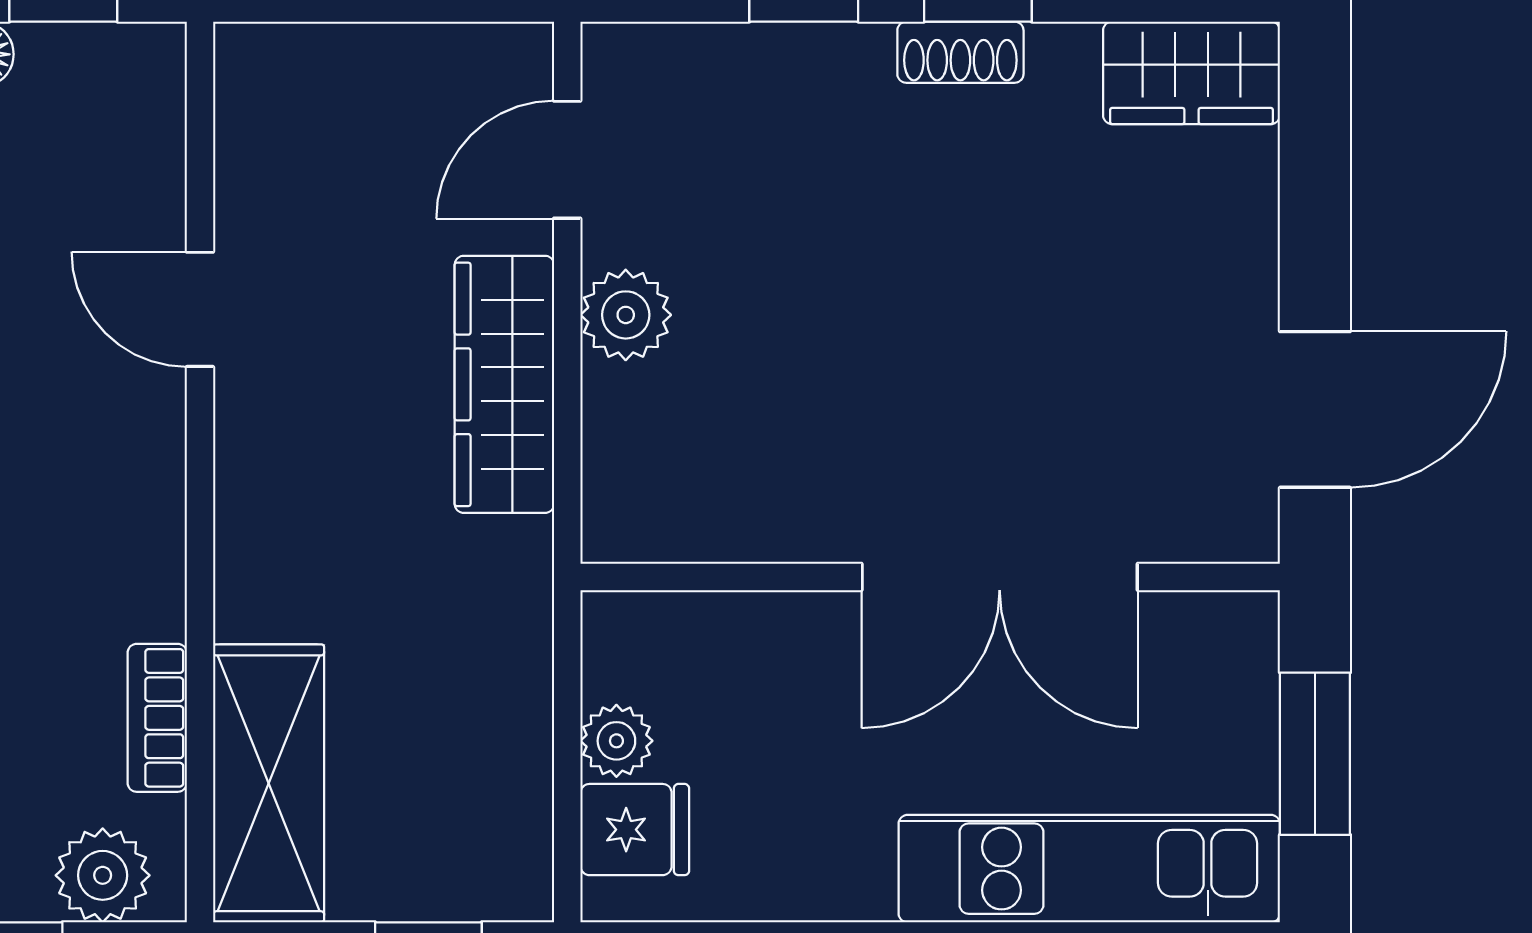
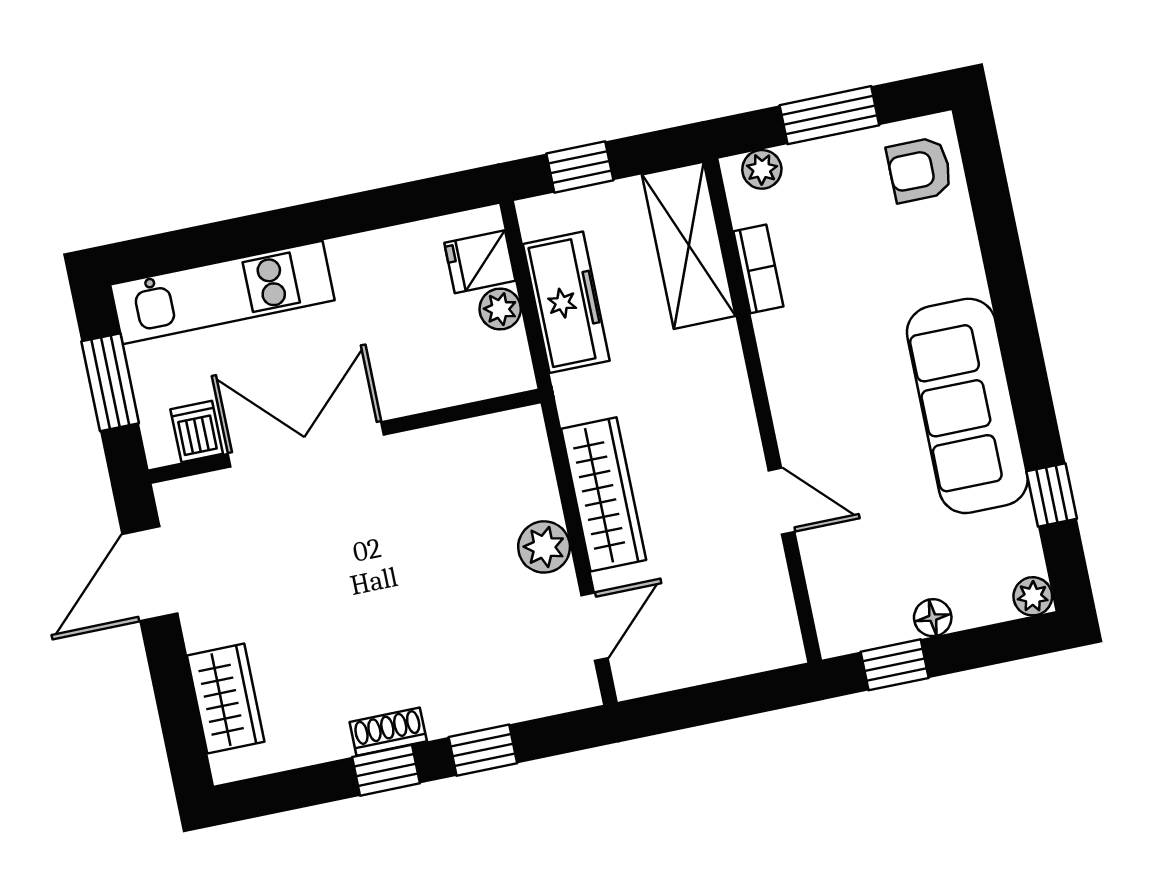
wardrobe: (1192, 73) -> (226, 699), moved, turned 90
dishwasher: (1183, 638) -> (197, 431), added
freezer: (500, 729) -> (566, 302), added
plant: (103, 875) -> (762, 169), width x0.73, depth x0.73

